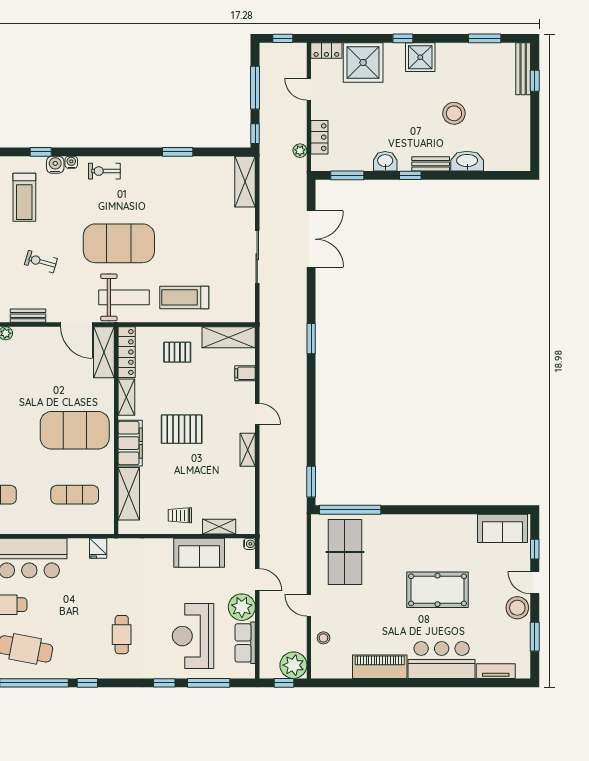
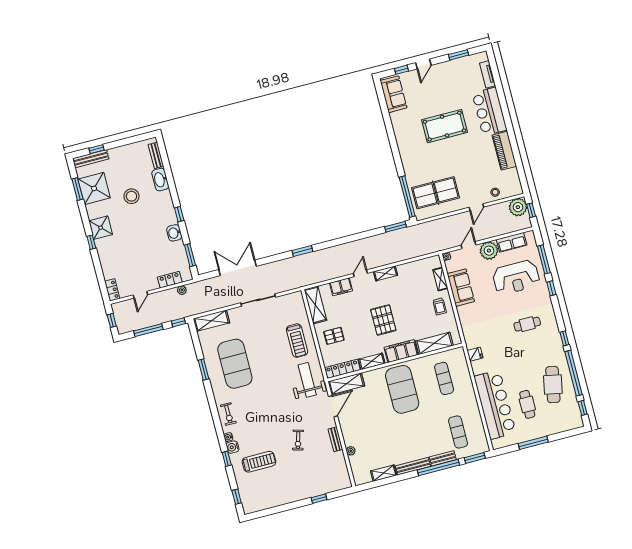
shower: (363, 62) -> (94, 188), moved
bench: (431, 164) -> (156, 155), moved
exercise mat: (119, 243) -> (235, 364), moved
pallet: (177, 352) -> (334, 336), turned 90
filing cabinet: (245, 373) -> (341, 287), width x2.00
pool table: (438, 590) -> (444, 126), turned 90
stool: (517, 608) -> (443, 71), removed

